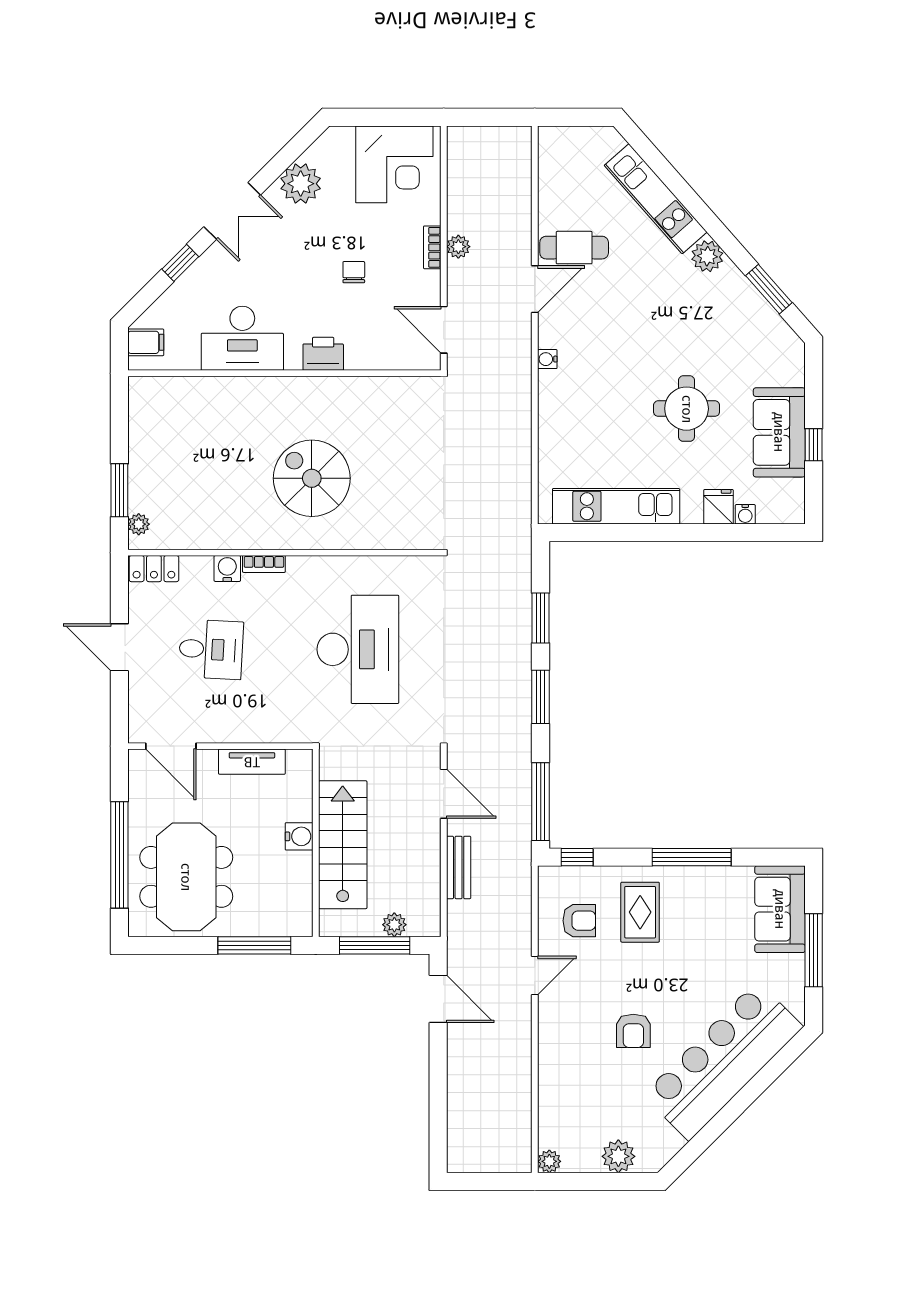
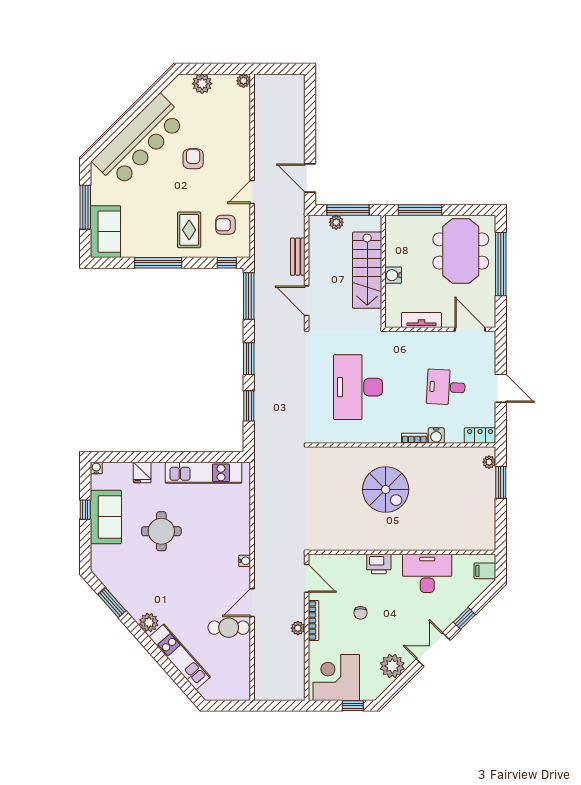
window: (367, 117) -> (353, 706), added
bookcase: (432, 247) -> (313, 620), width x1.56
water cooler: (745, 514) -> (96, 468), moved

